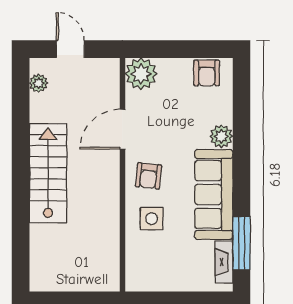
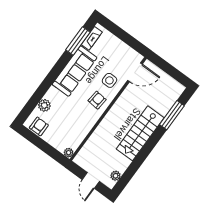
plant: (141, 74) -> (69, 153), width x0.53, depth x0.53
door: (122, 129) -> (135, 72), moved
plant: (221, 136) -> (44, 105), moved
window: (21, 235) -> (172, 115), added

